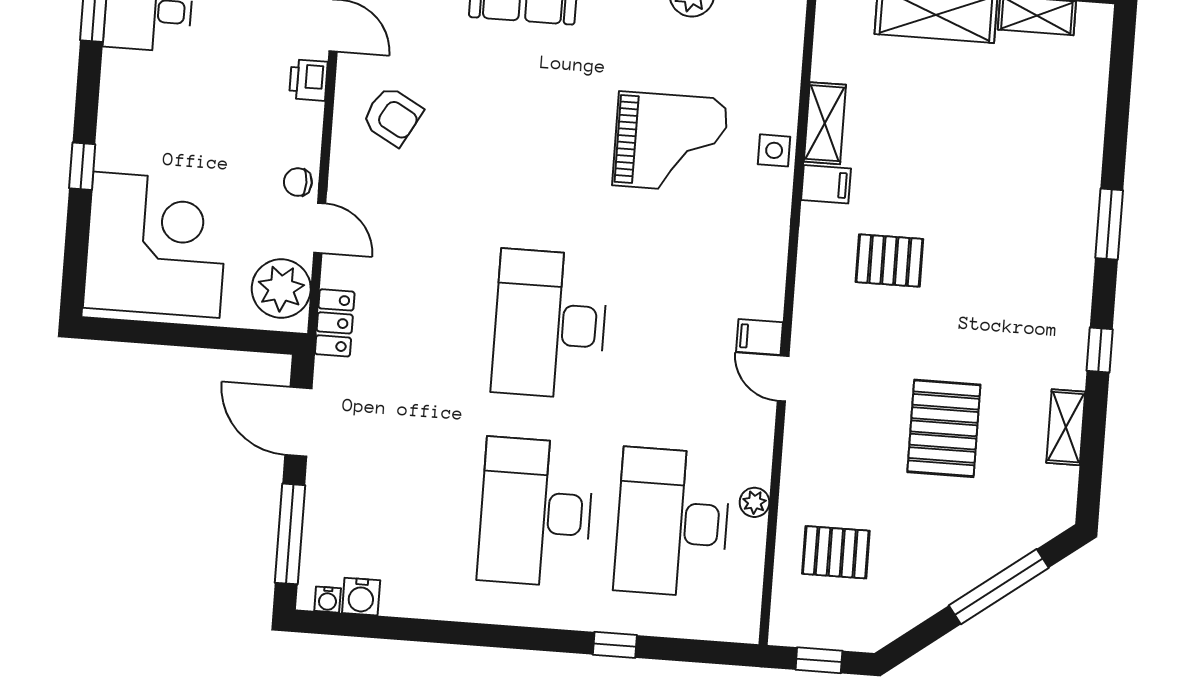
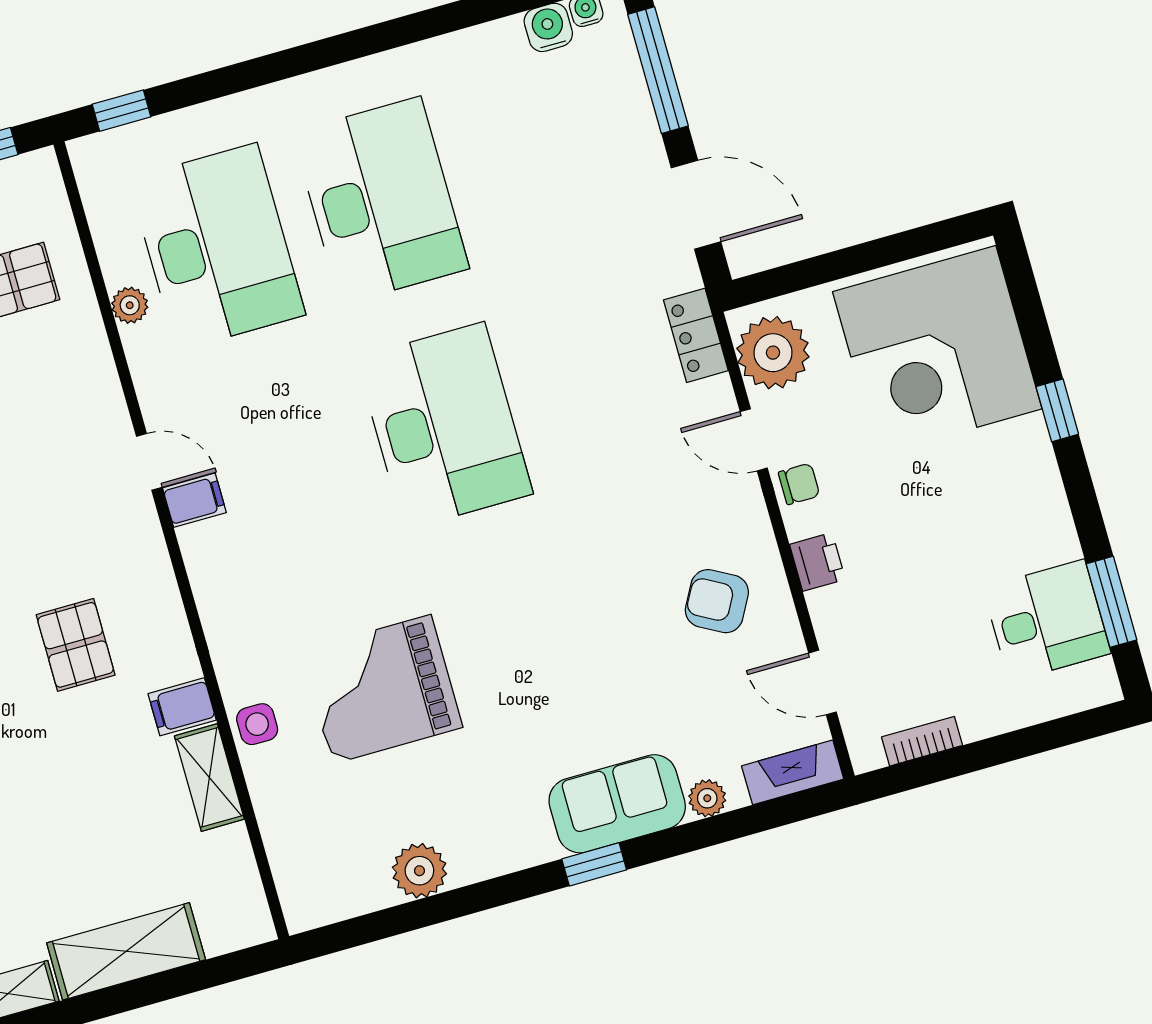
printer: (308, 80) -> (817, 562), moved
pallet: (889, 261) -> (76, 645), turned 90
window: (615, 645) -> (121, 111), moved

